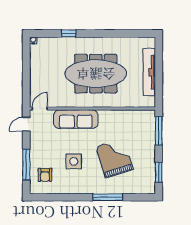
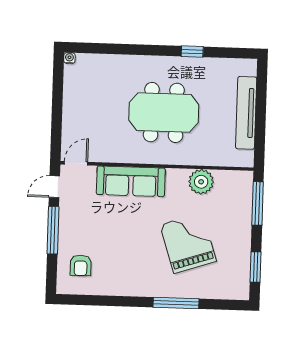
window: (69, 33) -> (192, 51), moved
meeting table: (96, 74) -> (164, 112), width x0.73
plant: (121, 118) -> (201, 182), added
side table: (74, 161) -> (126, 246), removed
window: (26, 165) -> (53, 230), moved

